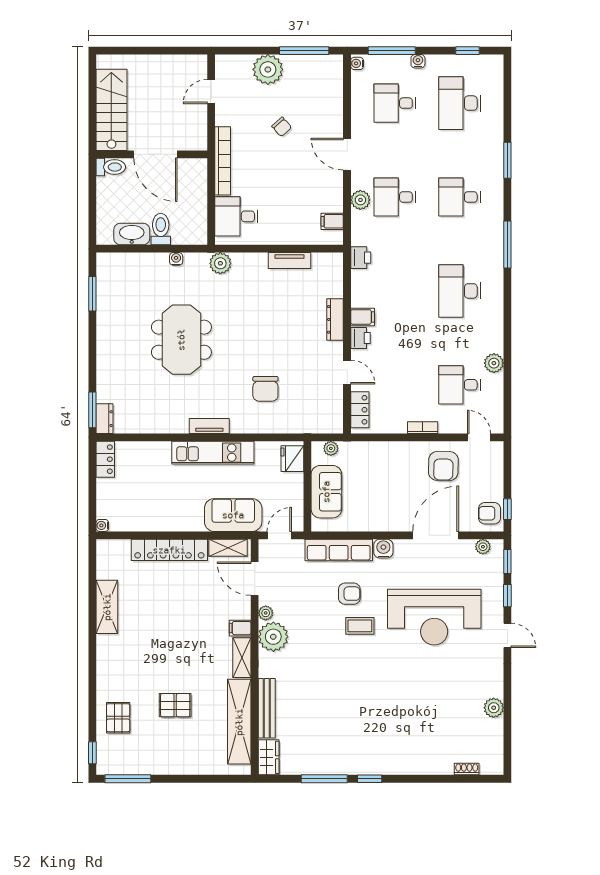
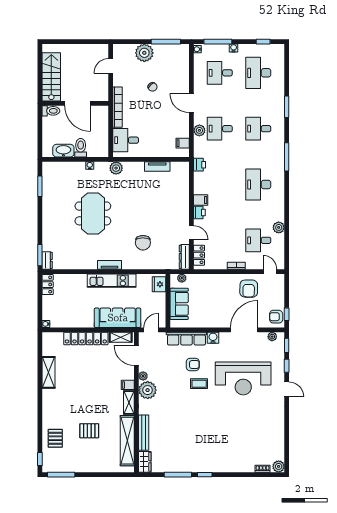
dresser: (335, 319) -> (184, 257), moved
sofa: (233, 515) -> (118, 318), width x1.36
plant: (494, 708) -> (279, 466), moved

